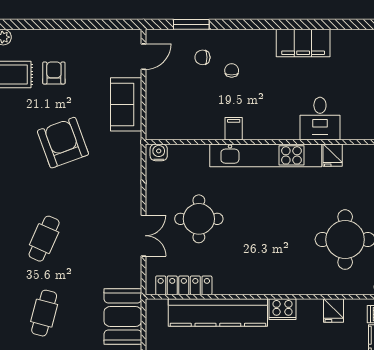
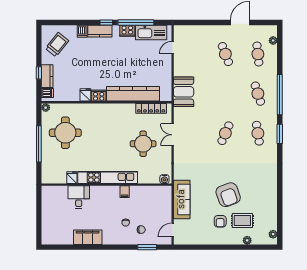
sofa: (126, 104) -> (182, 199), width x1.36
armchair: (63, 143) -> (228, 195), moved
fridge: (334, 311) -> (85, 95), moved
cafe table: (44, 313) -> (225, 94), removed

